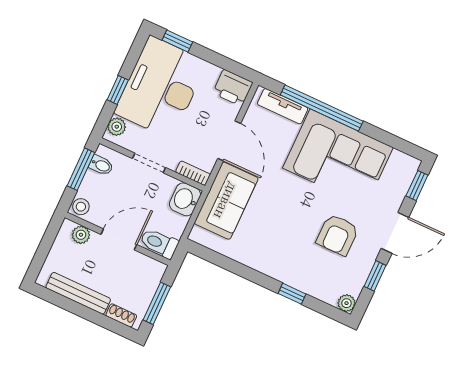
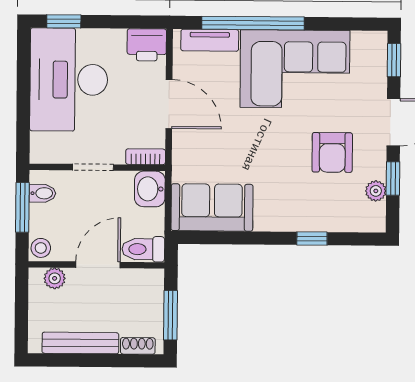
window: (118, 90) -> (23, 104), removed
plant: (117, 127) -> (40, 144), removed
sofa: (226, 201) -> (212, 207), moved, turned -90
plant: (346, 303) -> (376, 191), moved

